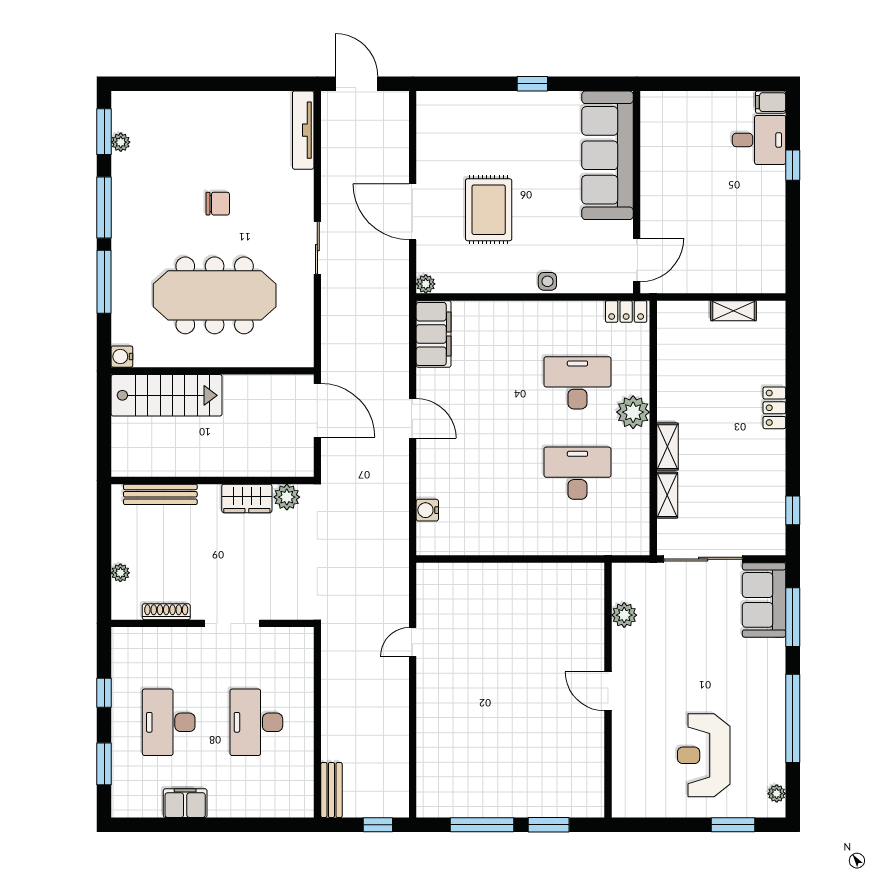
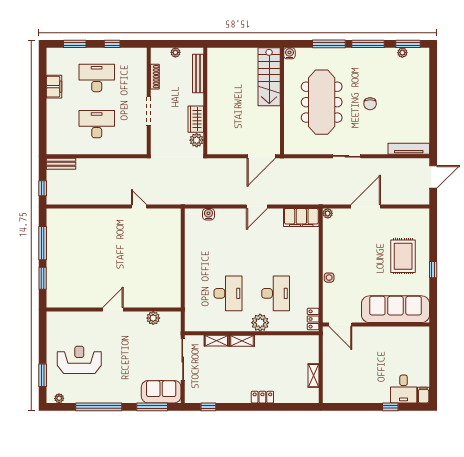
rug: (489, 210) -> (403, 256), moved, turned 90
wall: (213, 480) -> (205, 101), moved
bench: (160, 494) -> (198, 74), moved
plant: (287, 497) -> (197, 140), moved
wardrobe: (247, 498) -> (196, 119), moved

